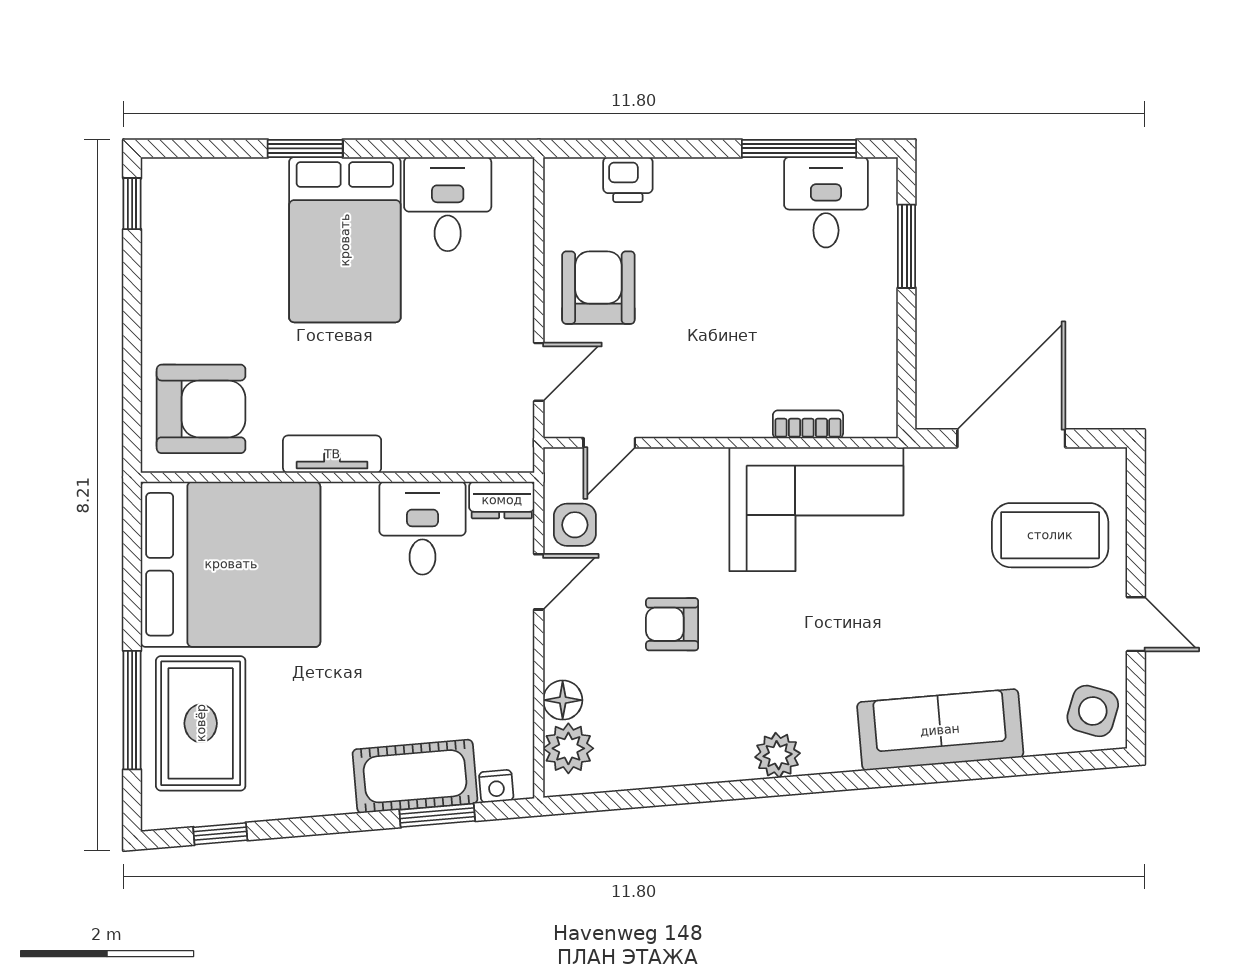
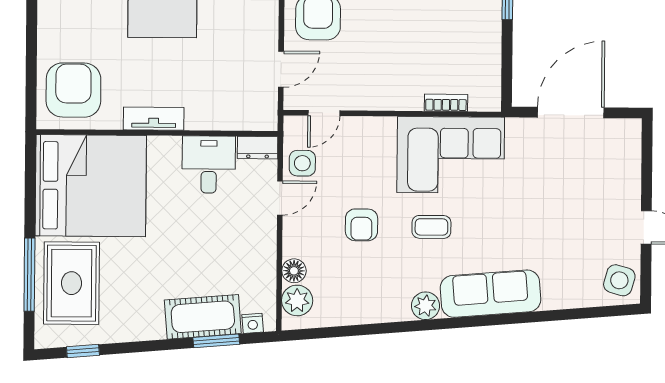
armchair: (201, 409) -> (73, 90), turned -90
coffee table: (1050, 535) -> (431, 227), moved, width x0.54, depth x0.58
armchair: (672, 624) -> (361, 225), turned -90
sofa: (940, 730) -> (491, 294), moved

